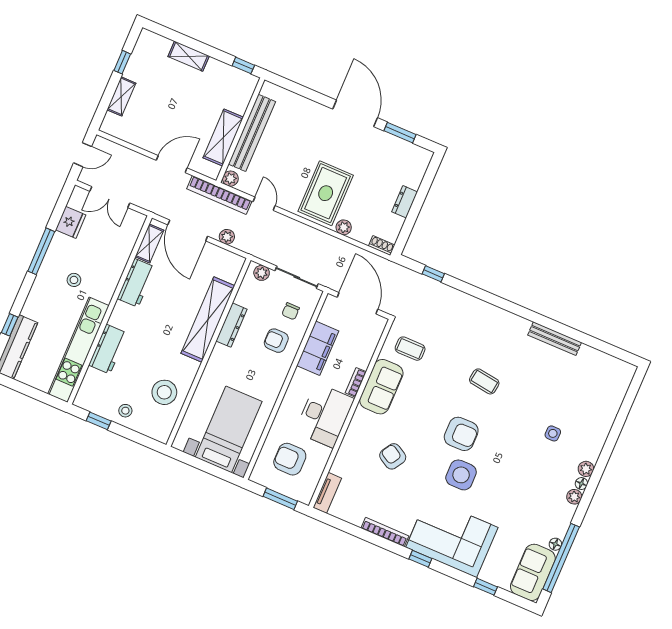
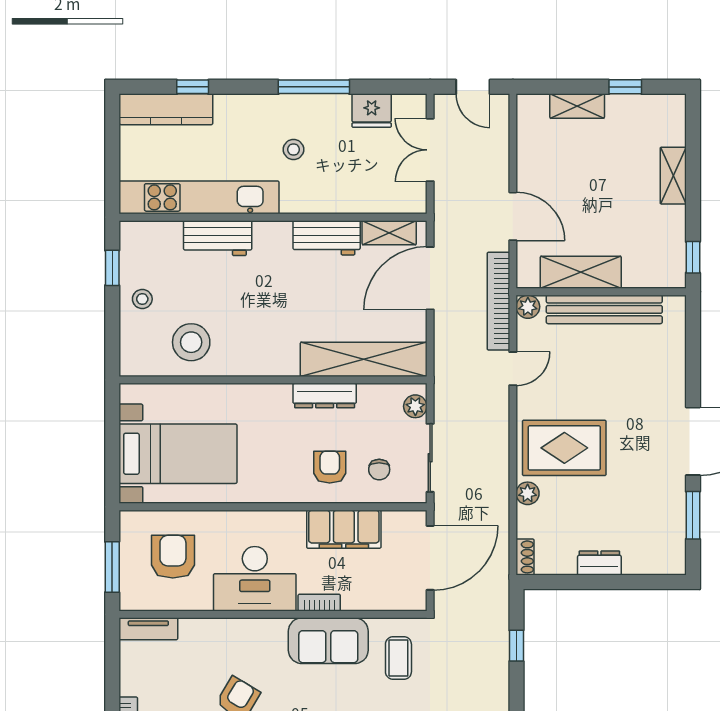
plant: (227, 237) -> (445, 336), removed
chair: (291, 311) -> (379, 470), turned -90
shelving: (208, 320) -> (364, 359), moved

